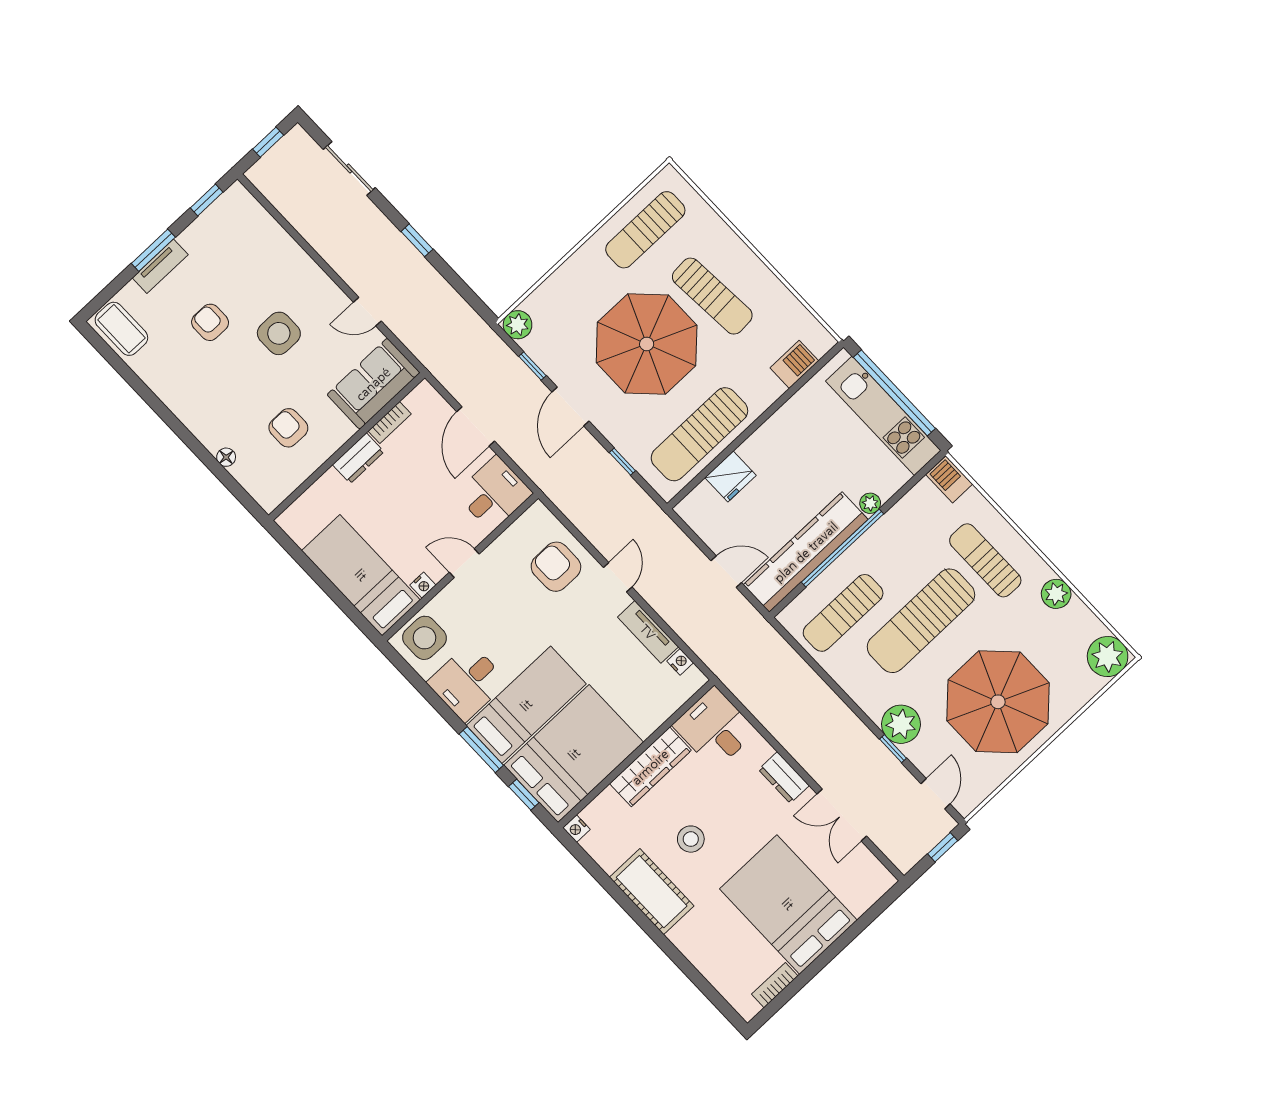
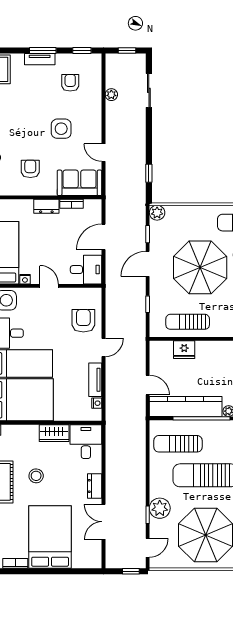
plant: (303, 222) -> (111, 95), added
window: (417, 240) -> (149, 173), moved
armchair: (210, 322) -> (70, 83), moved
sun lounger: (699, 434) -> (188, 322), width x0.73, depth x0.75
wardrobe: (650, 767) -> (54, 433), width x0.67

